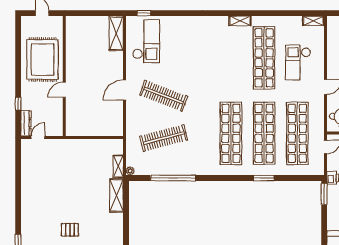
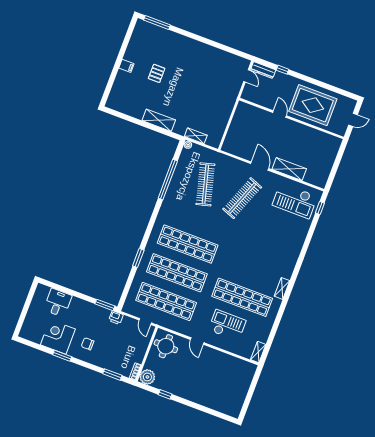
shelving: (116, 33) -> (289, 169), moved
shelving: (116, 195) -> (159, 120), moved

